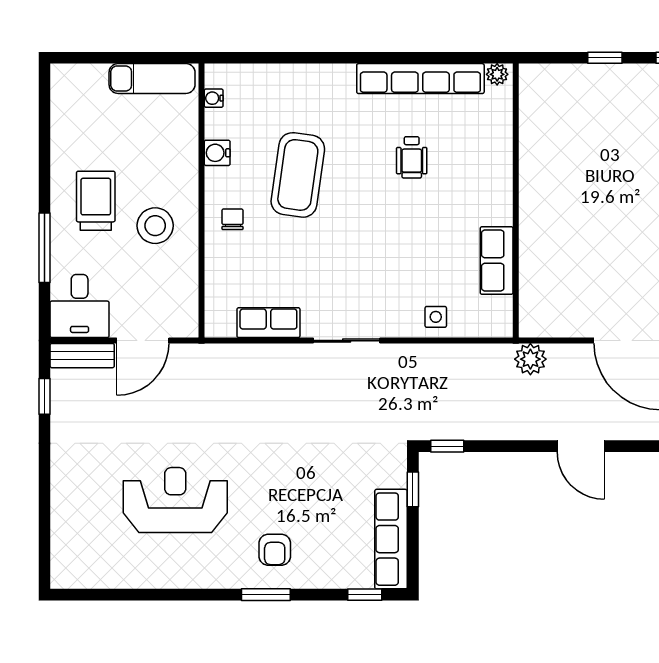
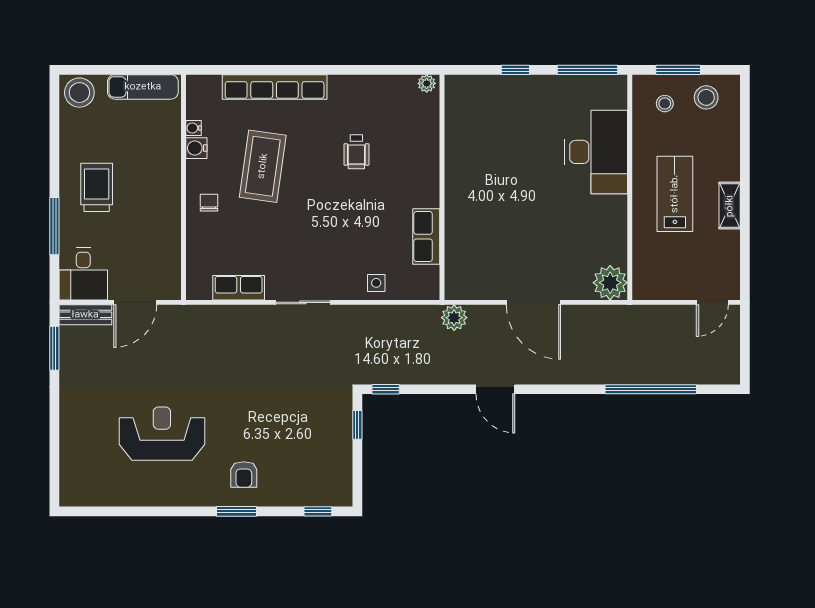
row of seats: (420, 79) -> (275, 87), moved
water cooler: (214, 98) -> (194, 128), moved
stool: (155, 226) -> (79, 93), moved
window: (44, 396) -> (54, 348), width x1.50
row of seats: (391, 539) -> (339, 466), removed

